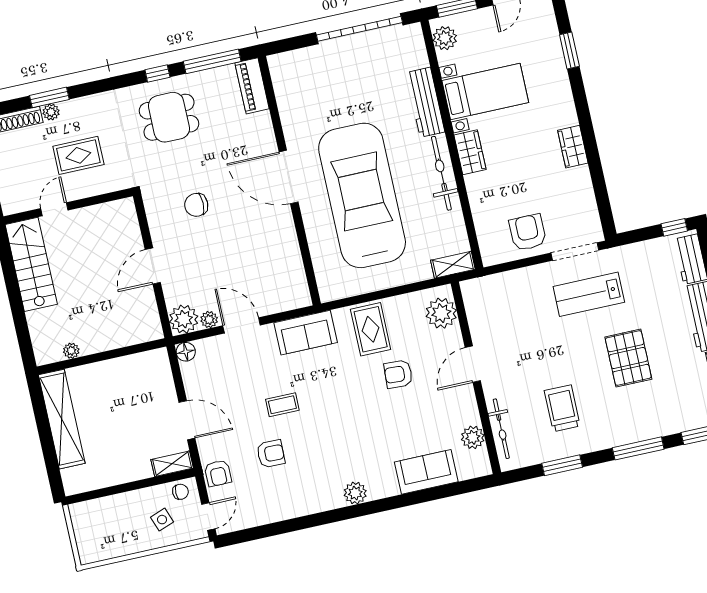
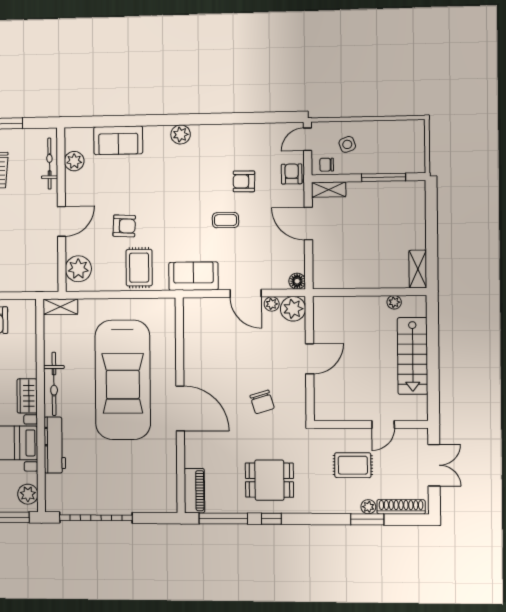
chair: (196, 205) -> (262, 402), turned 73
stairs: (31, 264) -> (413, 356), moved
shelving: (62, 419) -> (418, 269), width x0.45, depth x0.75
window: (113, 490) -> (384, 177), added

